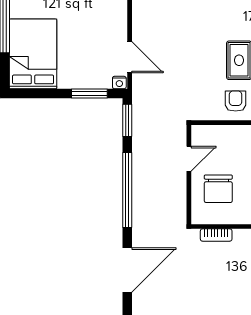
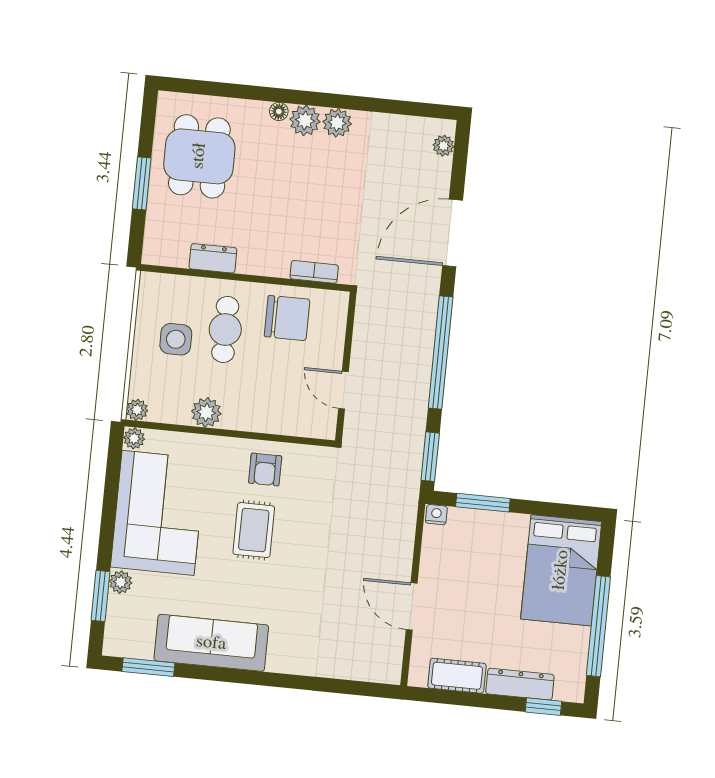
door: (130, 57) -> (412, 606), moved
door: (189, 159) -> (343, 390), hinge flipped
chair: (218, 189) -> (287, 318), moved, turned 90

